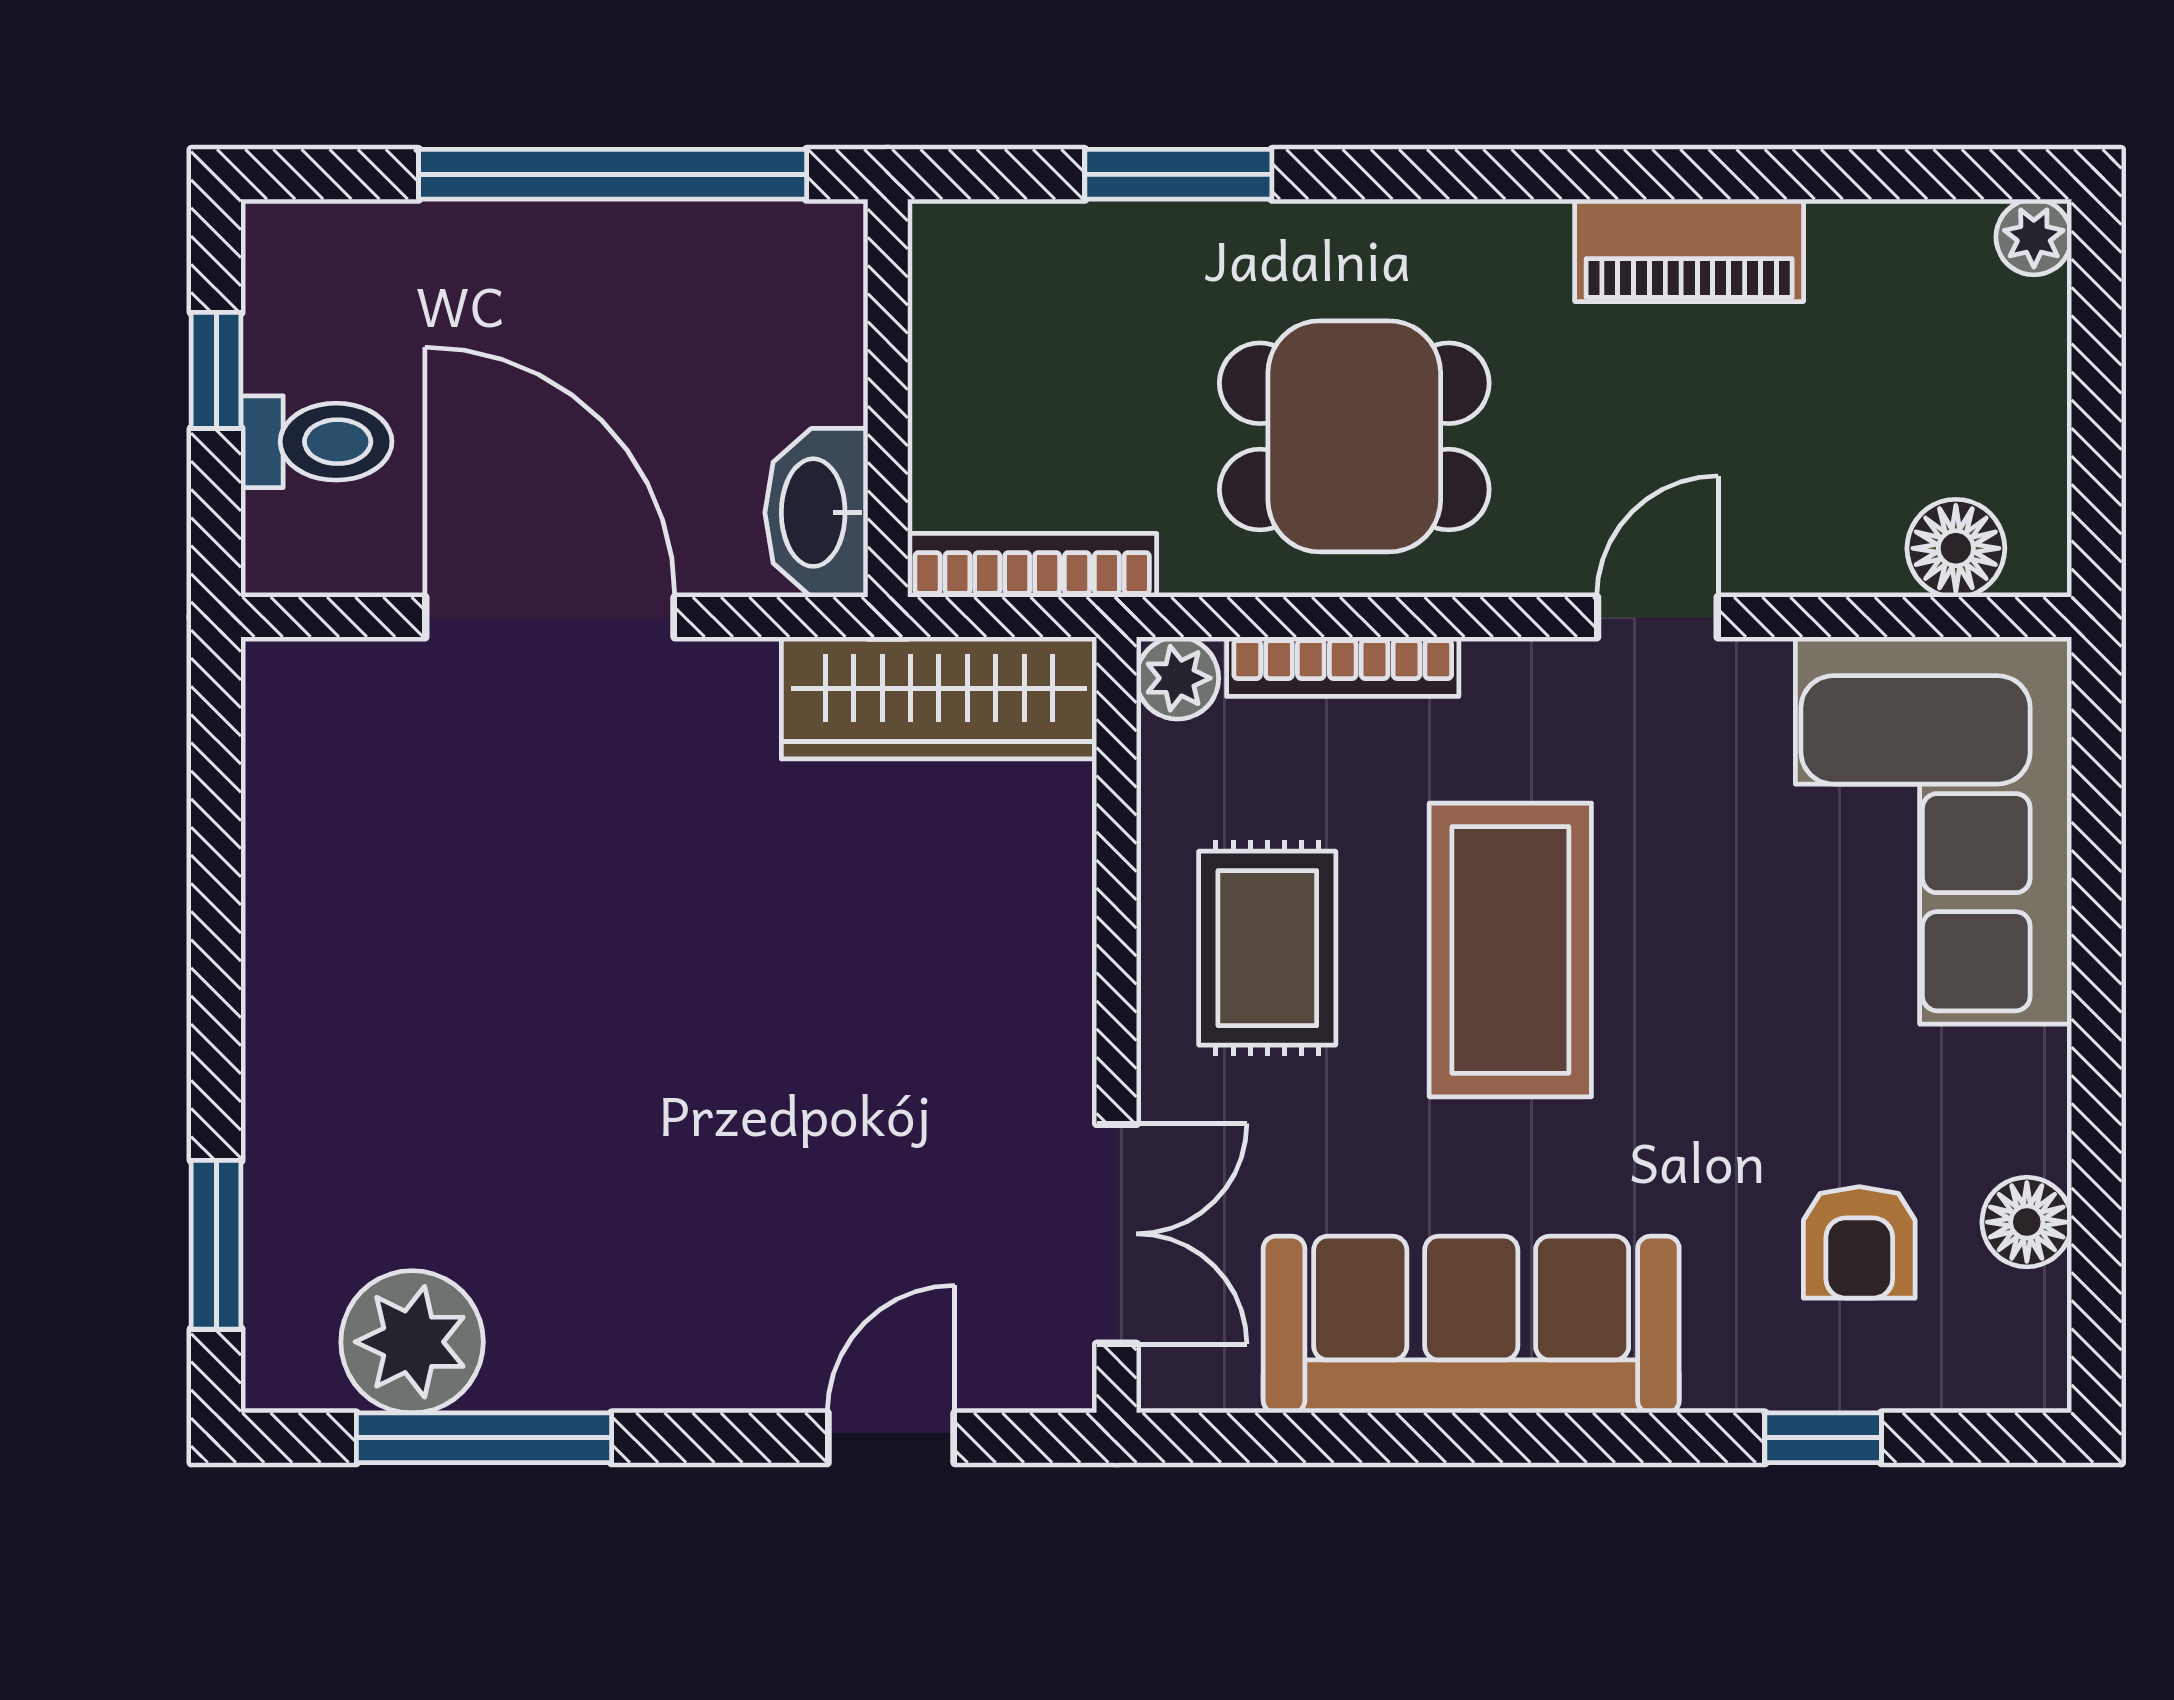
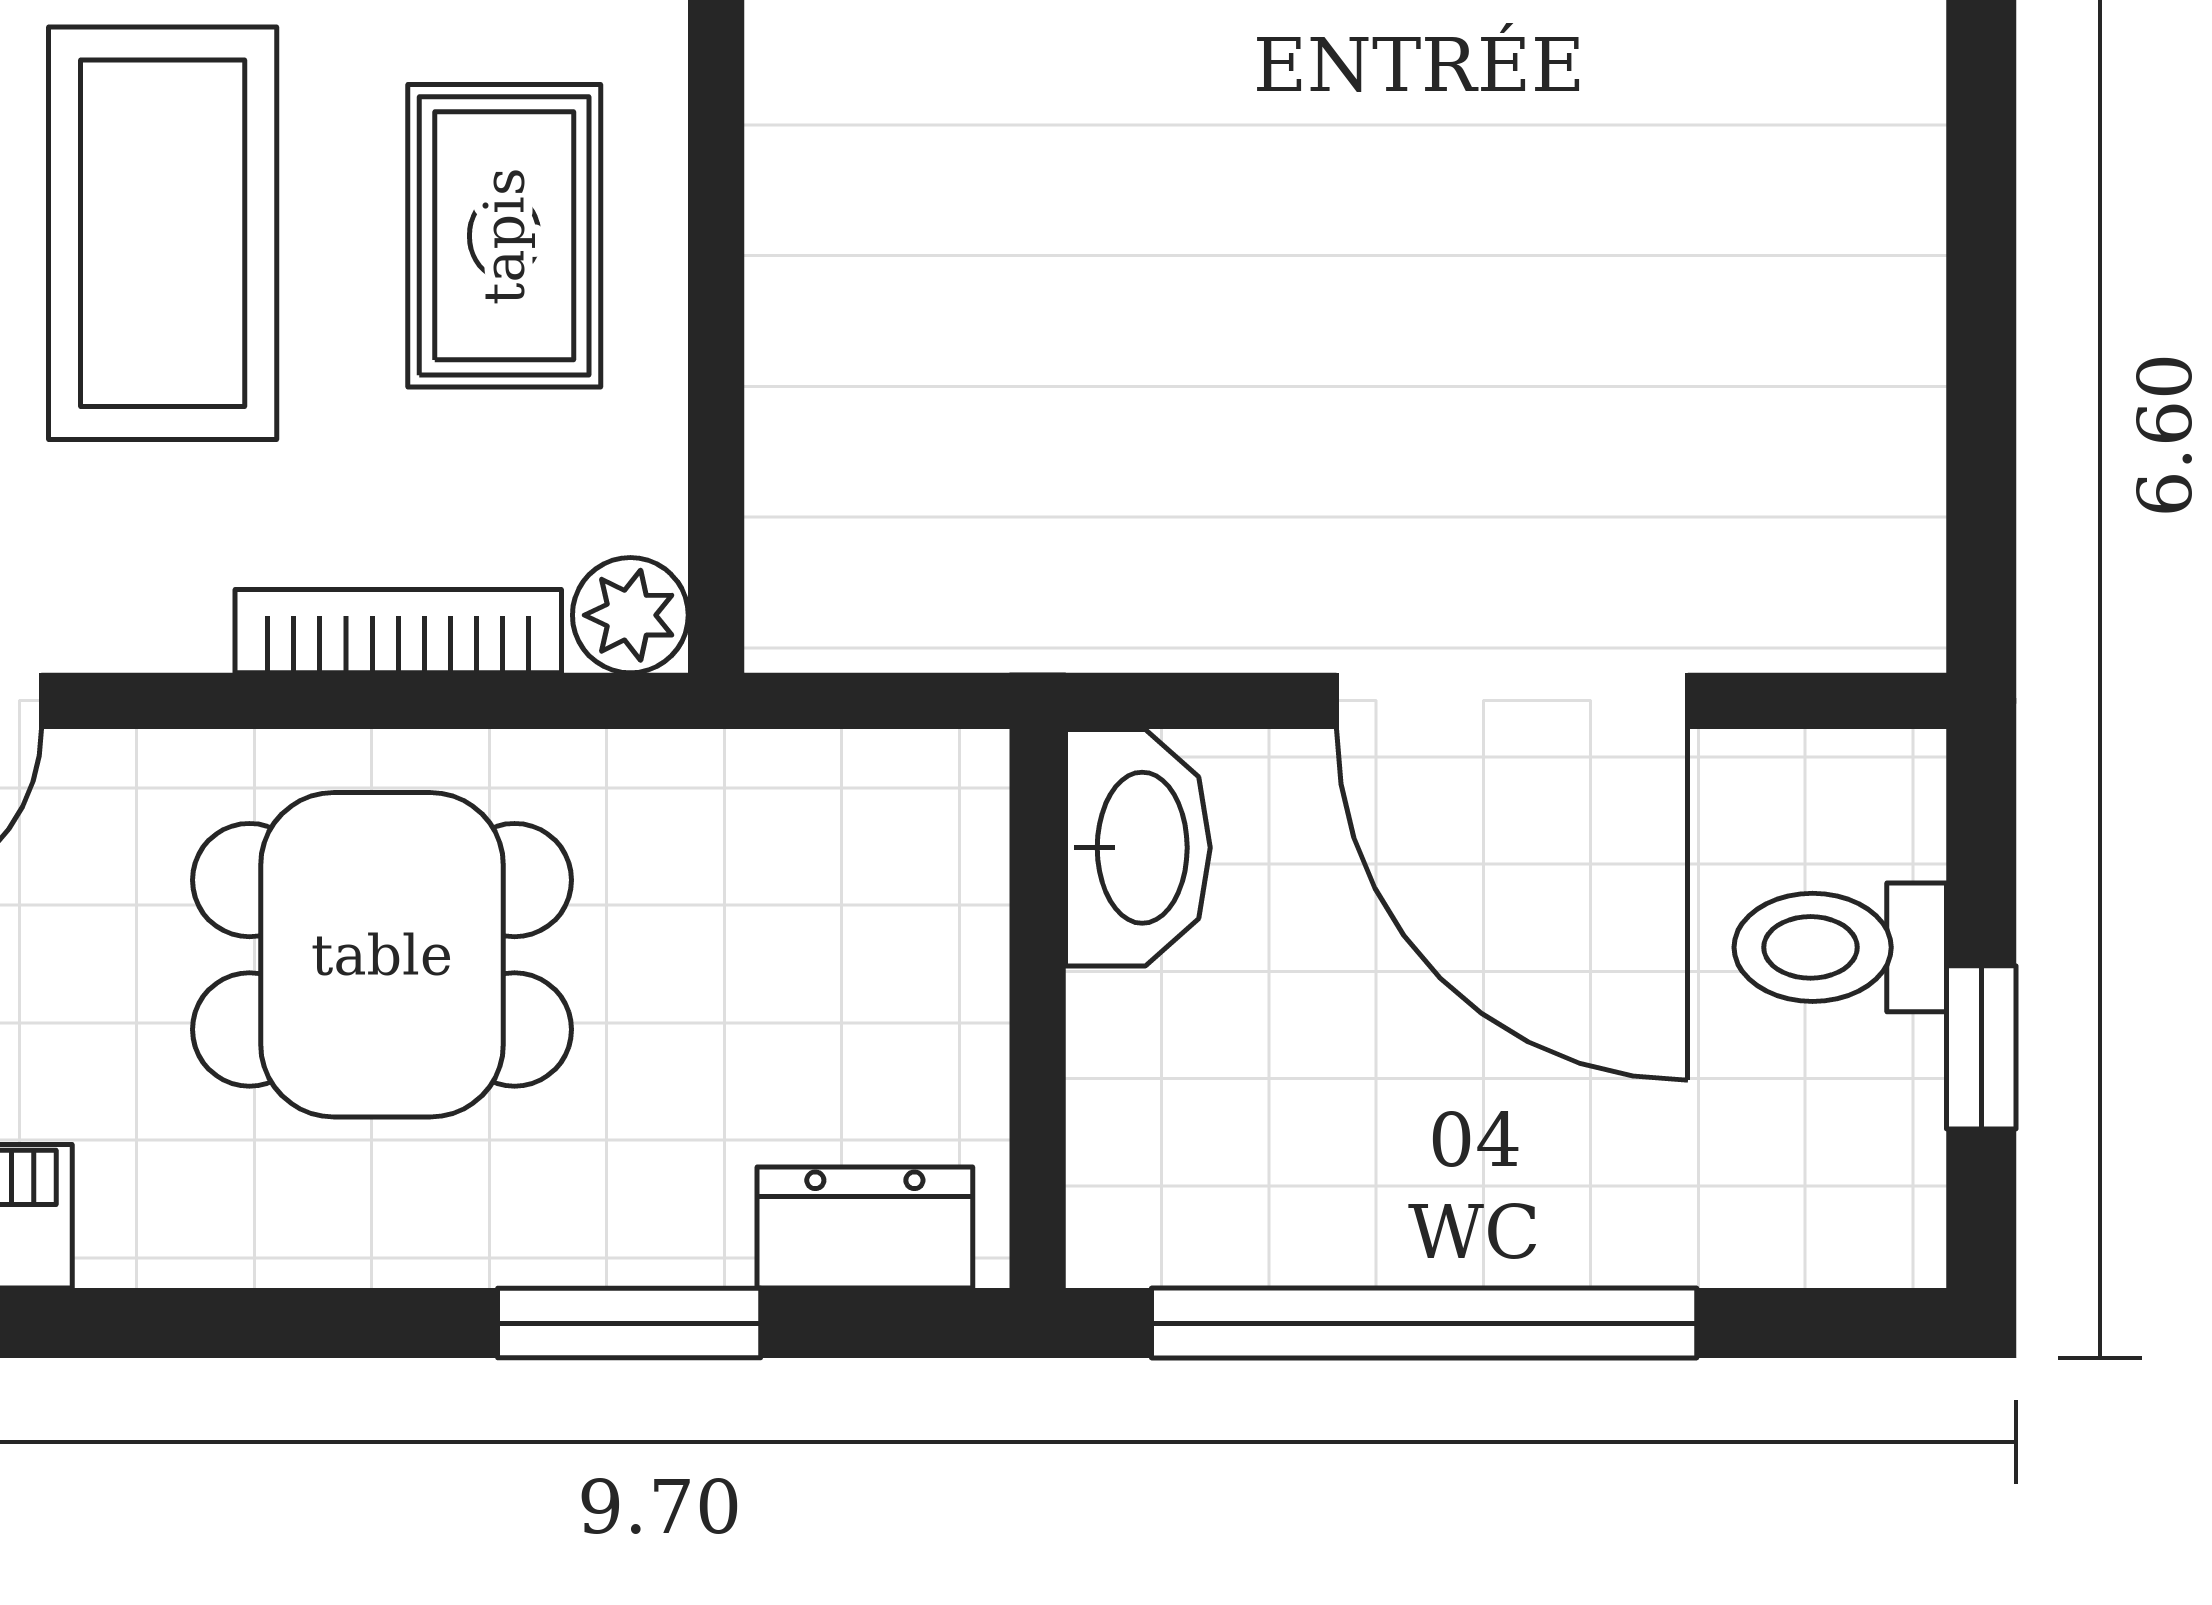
dresser: (1011, 242) -> (865, 1228), added
bookcase: (1032, 565) -> (835, 774), removed
wardrobe: (939, 698) -> (966, 587), removed

